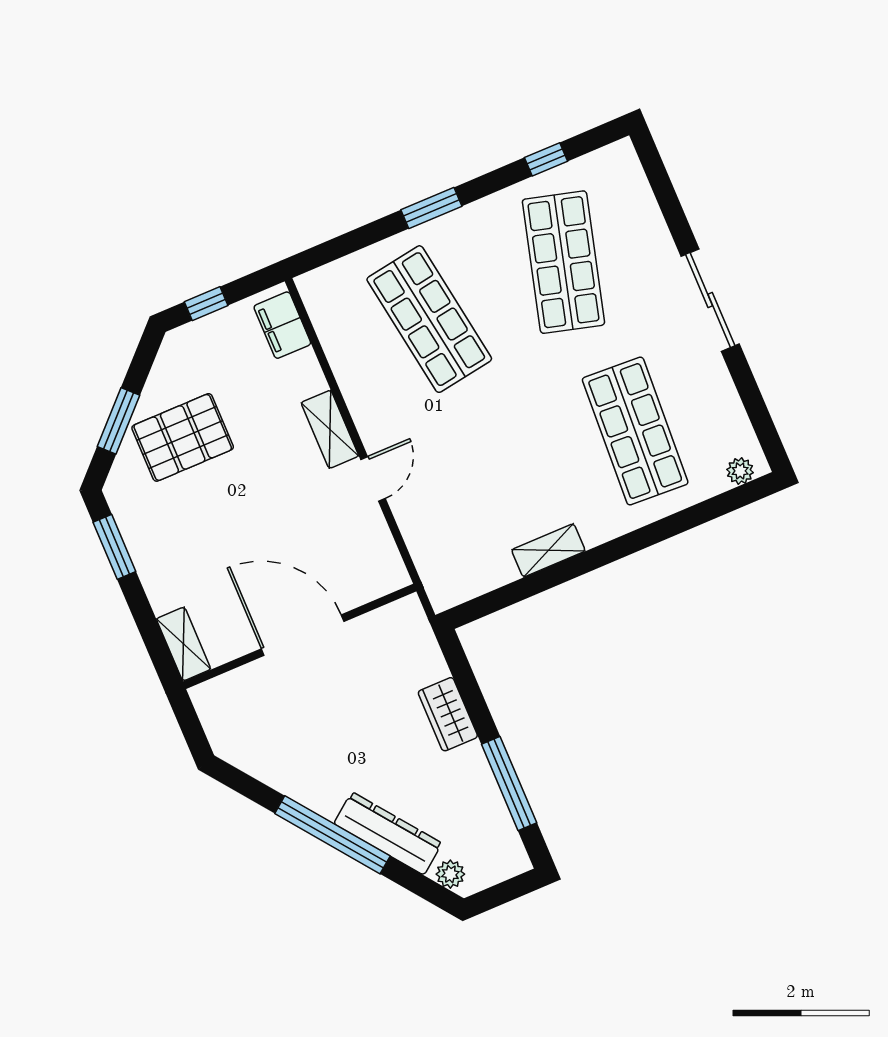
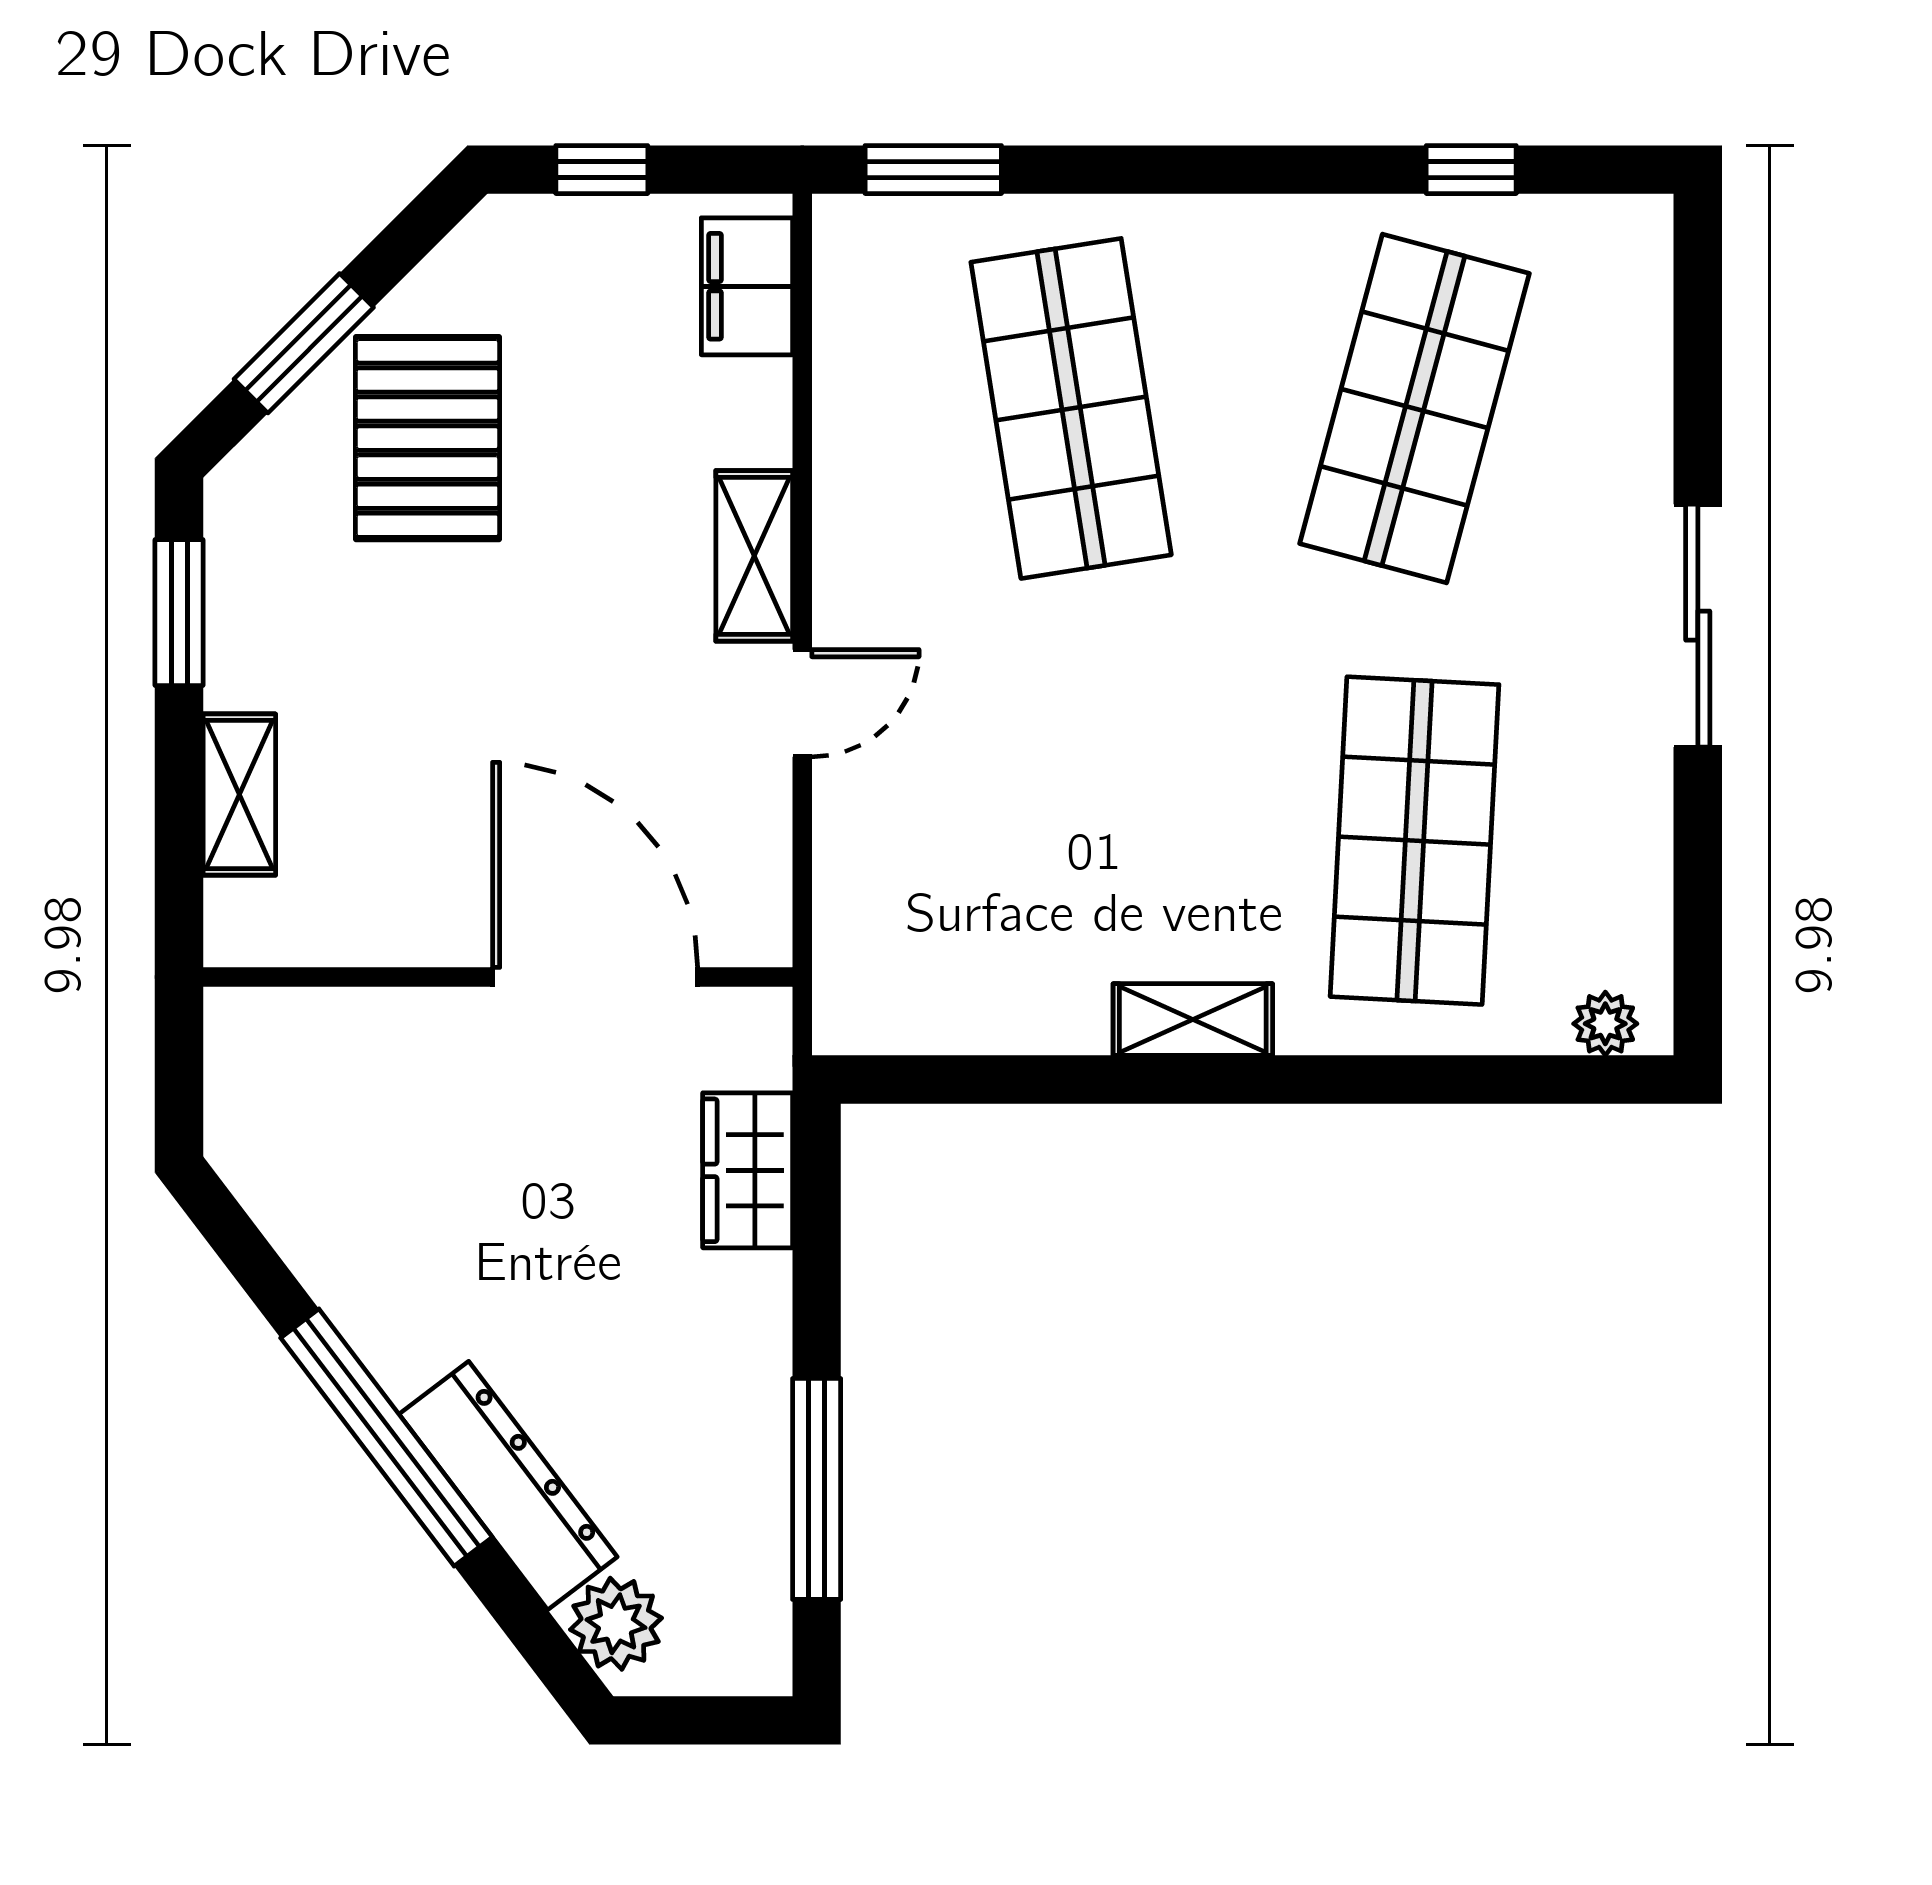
window: (431, 208) -> (933, 170), moved
pallet: (183, 437) -> (428, 438), turned 90
shelving: (548, 550) -> (1193, 1020), moved
door: (303, 635) -> (595, 977), moved
shelving: (184, 644) -> (239, 795), moved
wardrobe: (448, 714) -> (748, 1170), moved
plant: (450, 874) -> (616, 1624), width x1.38, depth x1.38

